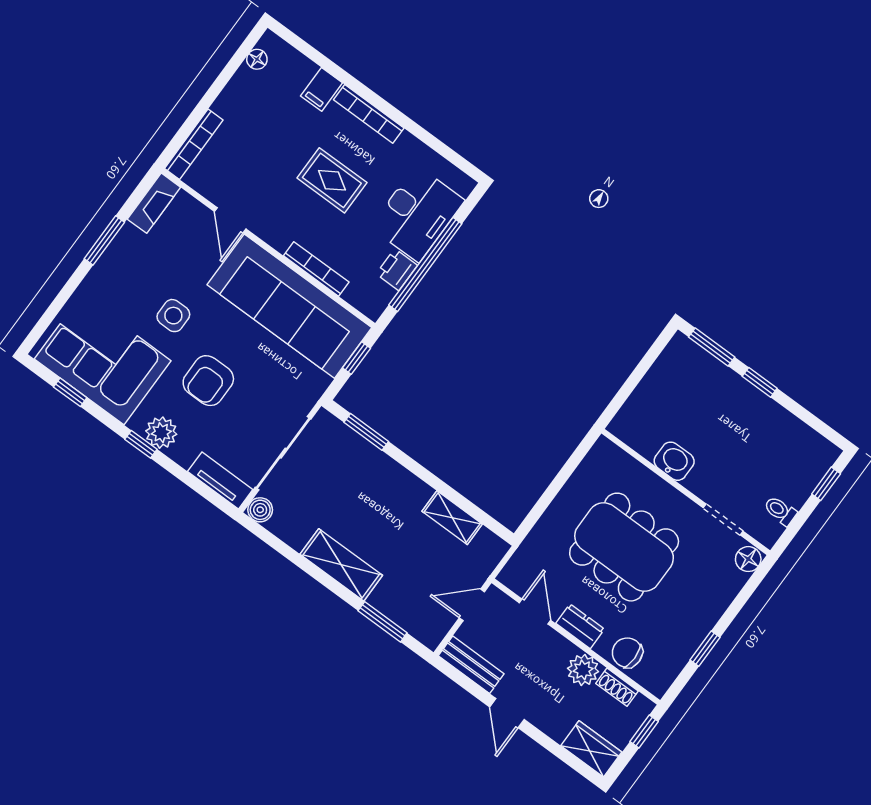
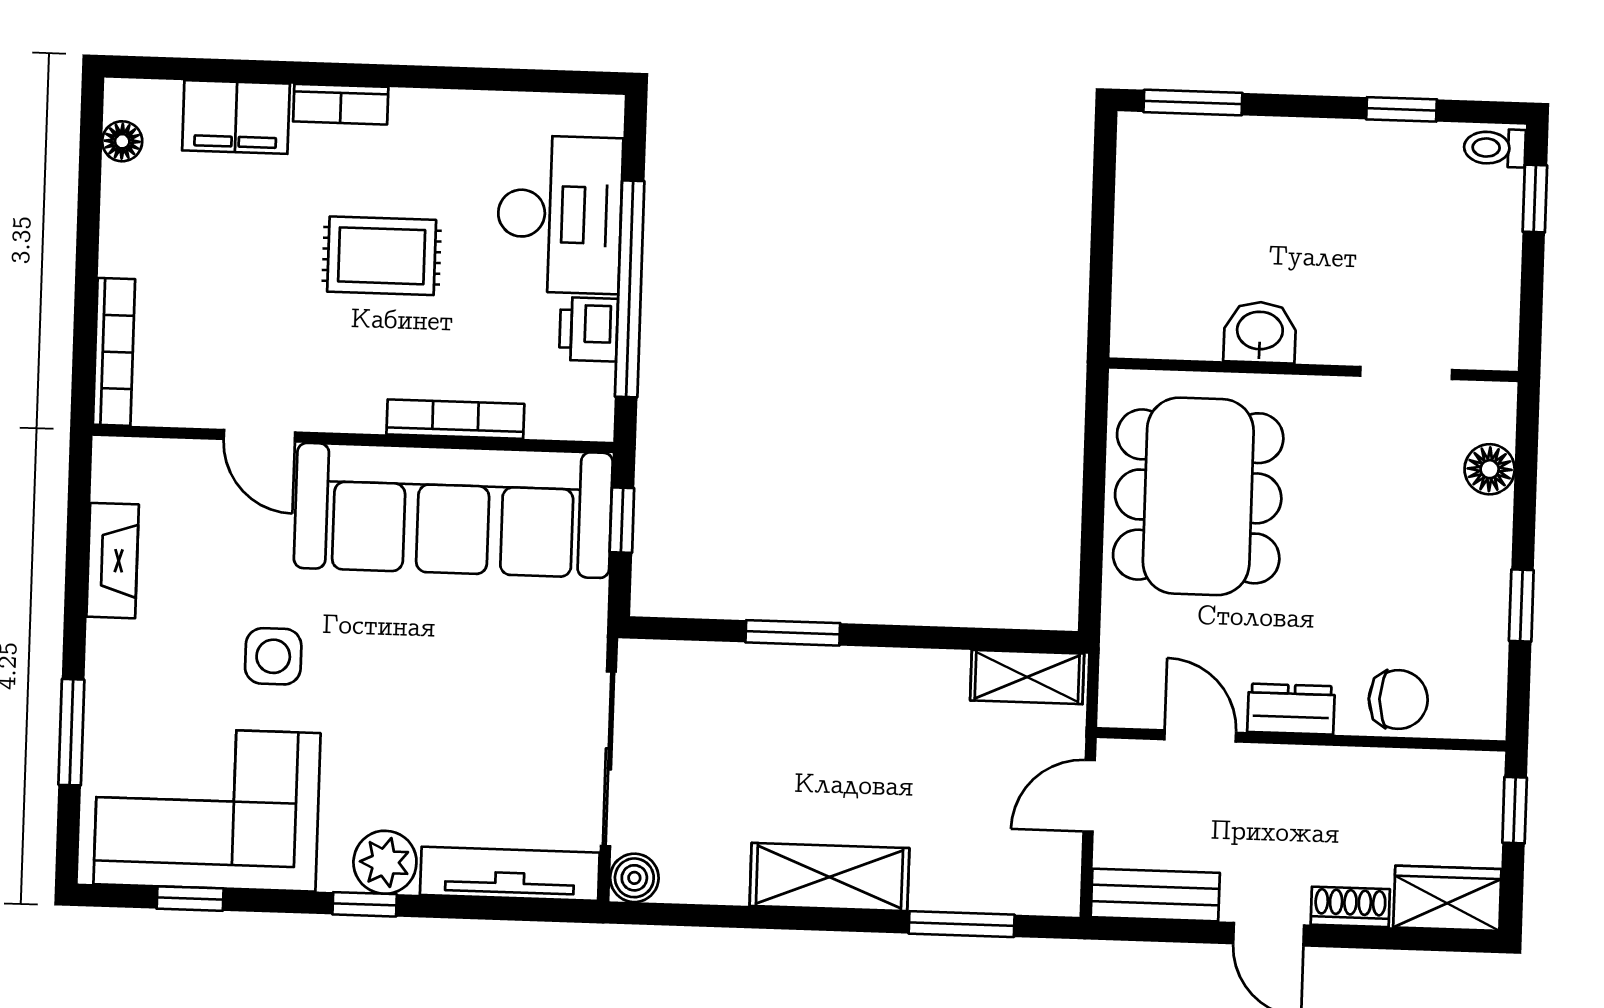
filing cabinet: (322, 89) -> (236, 117), width x2.00
bookcase: (369, 114) -> (341, 104), width x0.64
fireplace: (154, 203) -> (113, 561), moved
window: (104, 240) -> (71, 732), moved
armchair: (208, 381) -> (404, 724), removed
window: (760, 382) -> (1402, 109), moved
window: (366, 432) -> (793, 633), moved
tv unit: (220, 480) -> (510, 874), width x1.41
toilet: (780, 511) -> (1495, 148), moved
shelving: (452, 518) -> (1027, 677), moved
dining table: (624, 547) -> (1198, 496), moved, turned 90
floor lamp: (748, 559) -> (1490, 469), moved
chair: (627, 653) -> (1398, 700), turned 180
plant: (583, 670) -> (1345, 778), removed
shoe rack: (617, 687) -> (1350, 907), moved, turned 180

